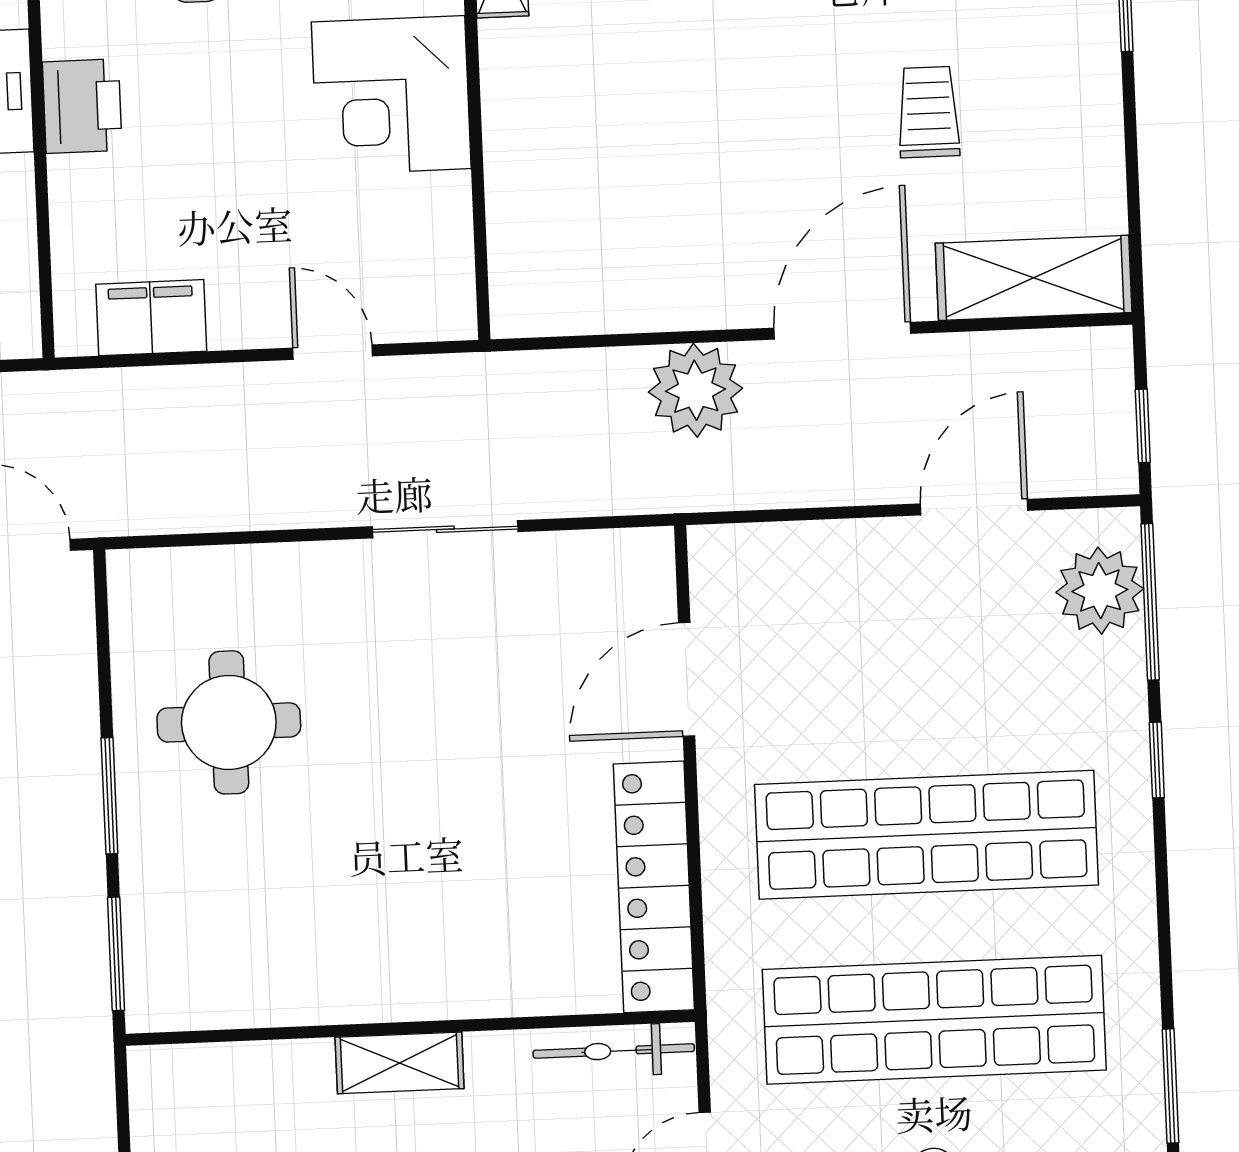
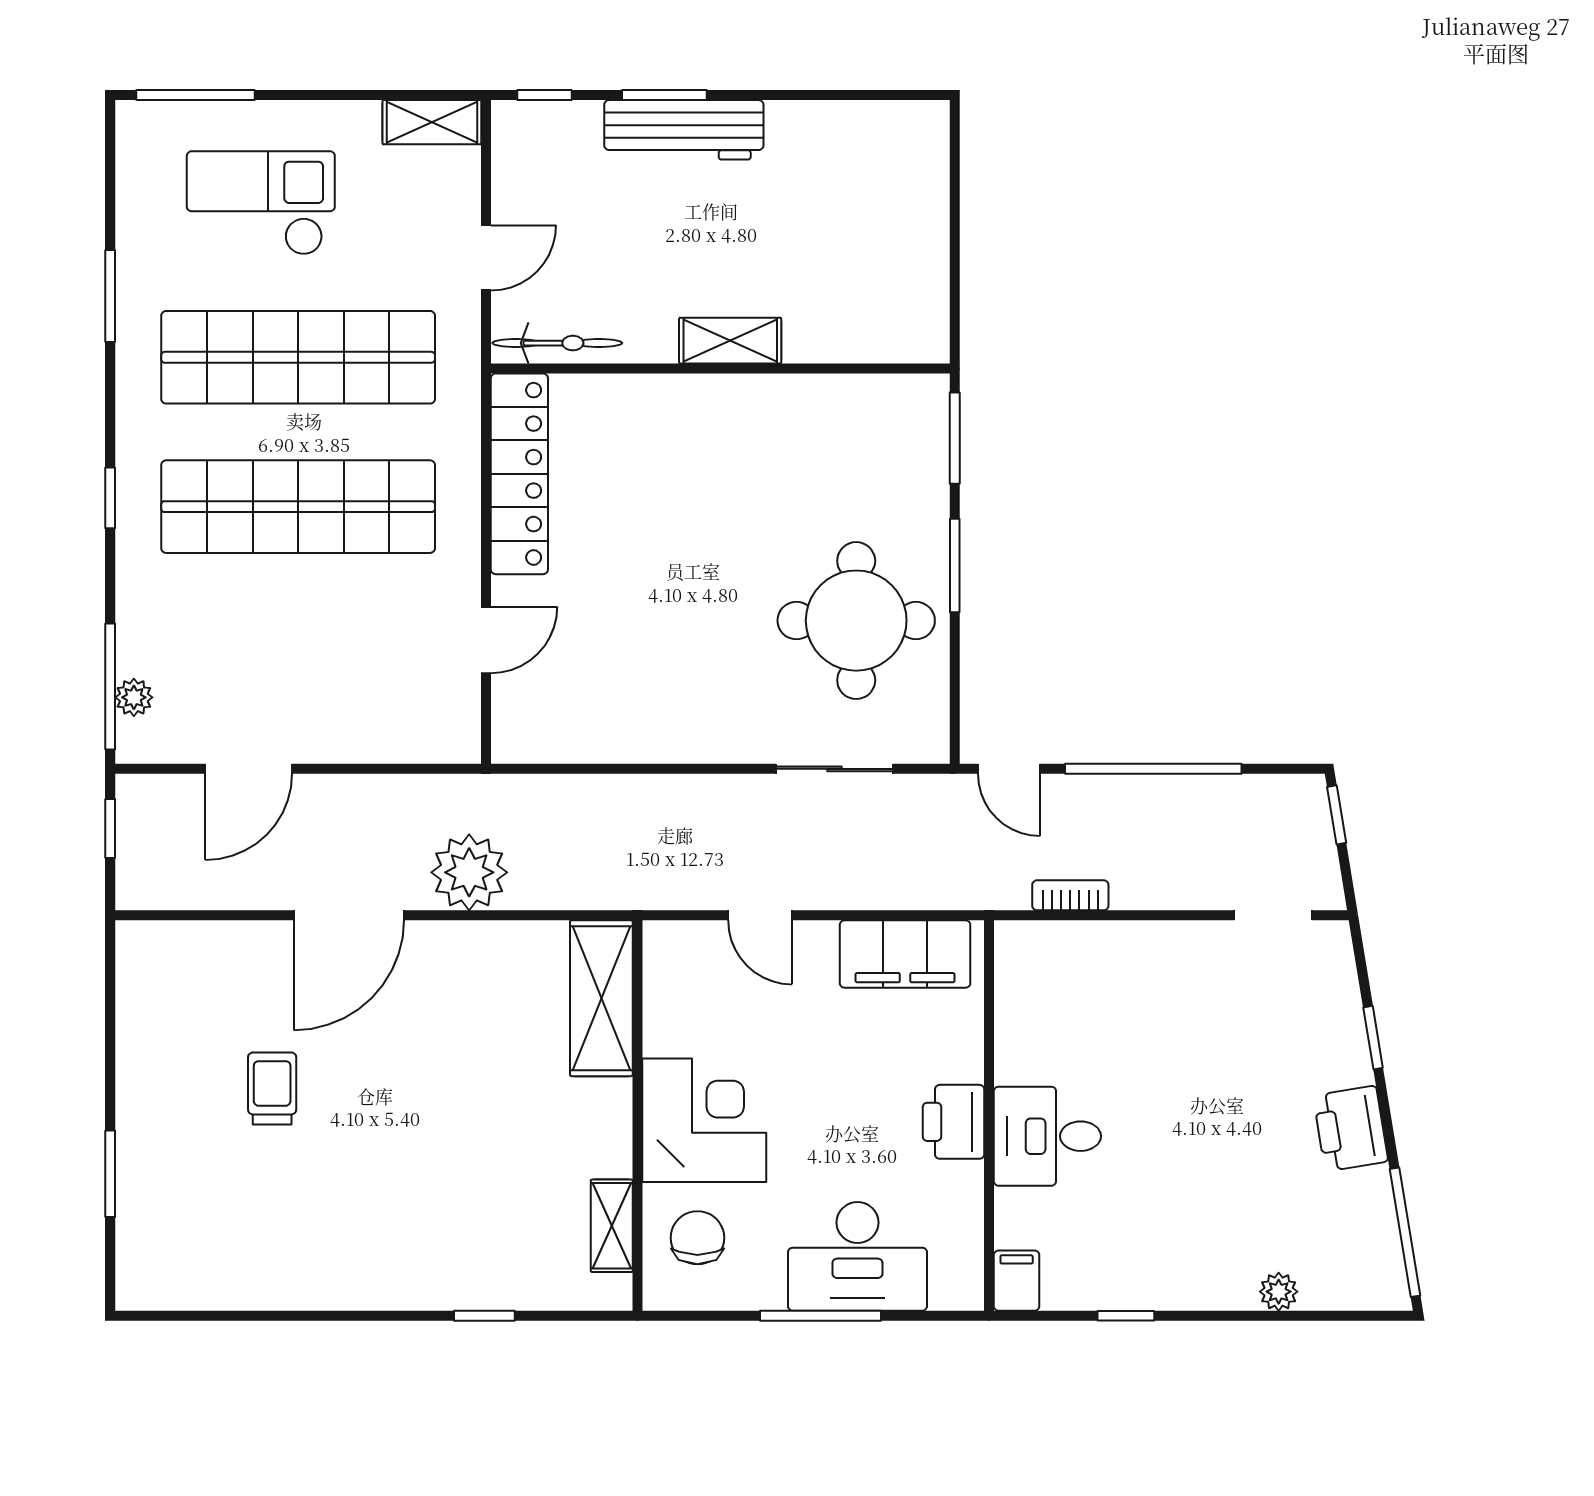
trolley: (928, 112) -> (272, 1088), turned 180
shelving: (1034, 278) -> (601, 998), moved, turned 90
filing cabinet: (151, 318) -> (905, 954), width x1.50, depth x1.17
sliding door: (445, 529) -> (834, 769), moved
plant: (1100, 591) -> (134, 697), width x0.53, depth x0.53
door: (687, 679) -> (486, 640), width x0.73
round table: (229, 722) -> (856, 621), width x1.36, depth x1.36
window: (1157, 760) -> (110, 498), moved

